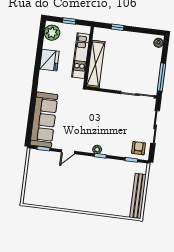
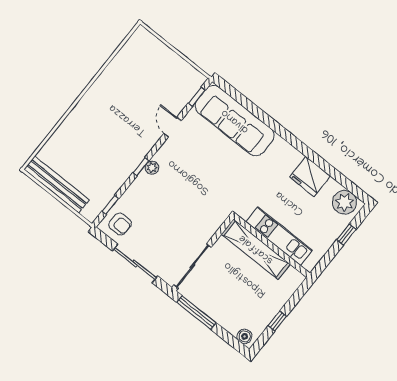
window: (118, 27) -> (277, 321), moved
kitchen unit: (81, 56) -> (279, 236), moved
wall: (89, 56) -> (272, 246), moved
shelving: (96, 64) -> (256, 249), moved

